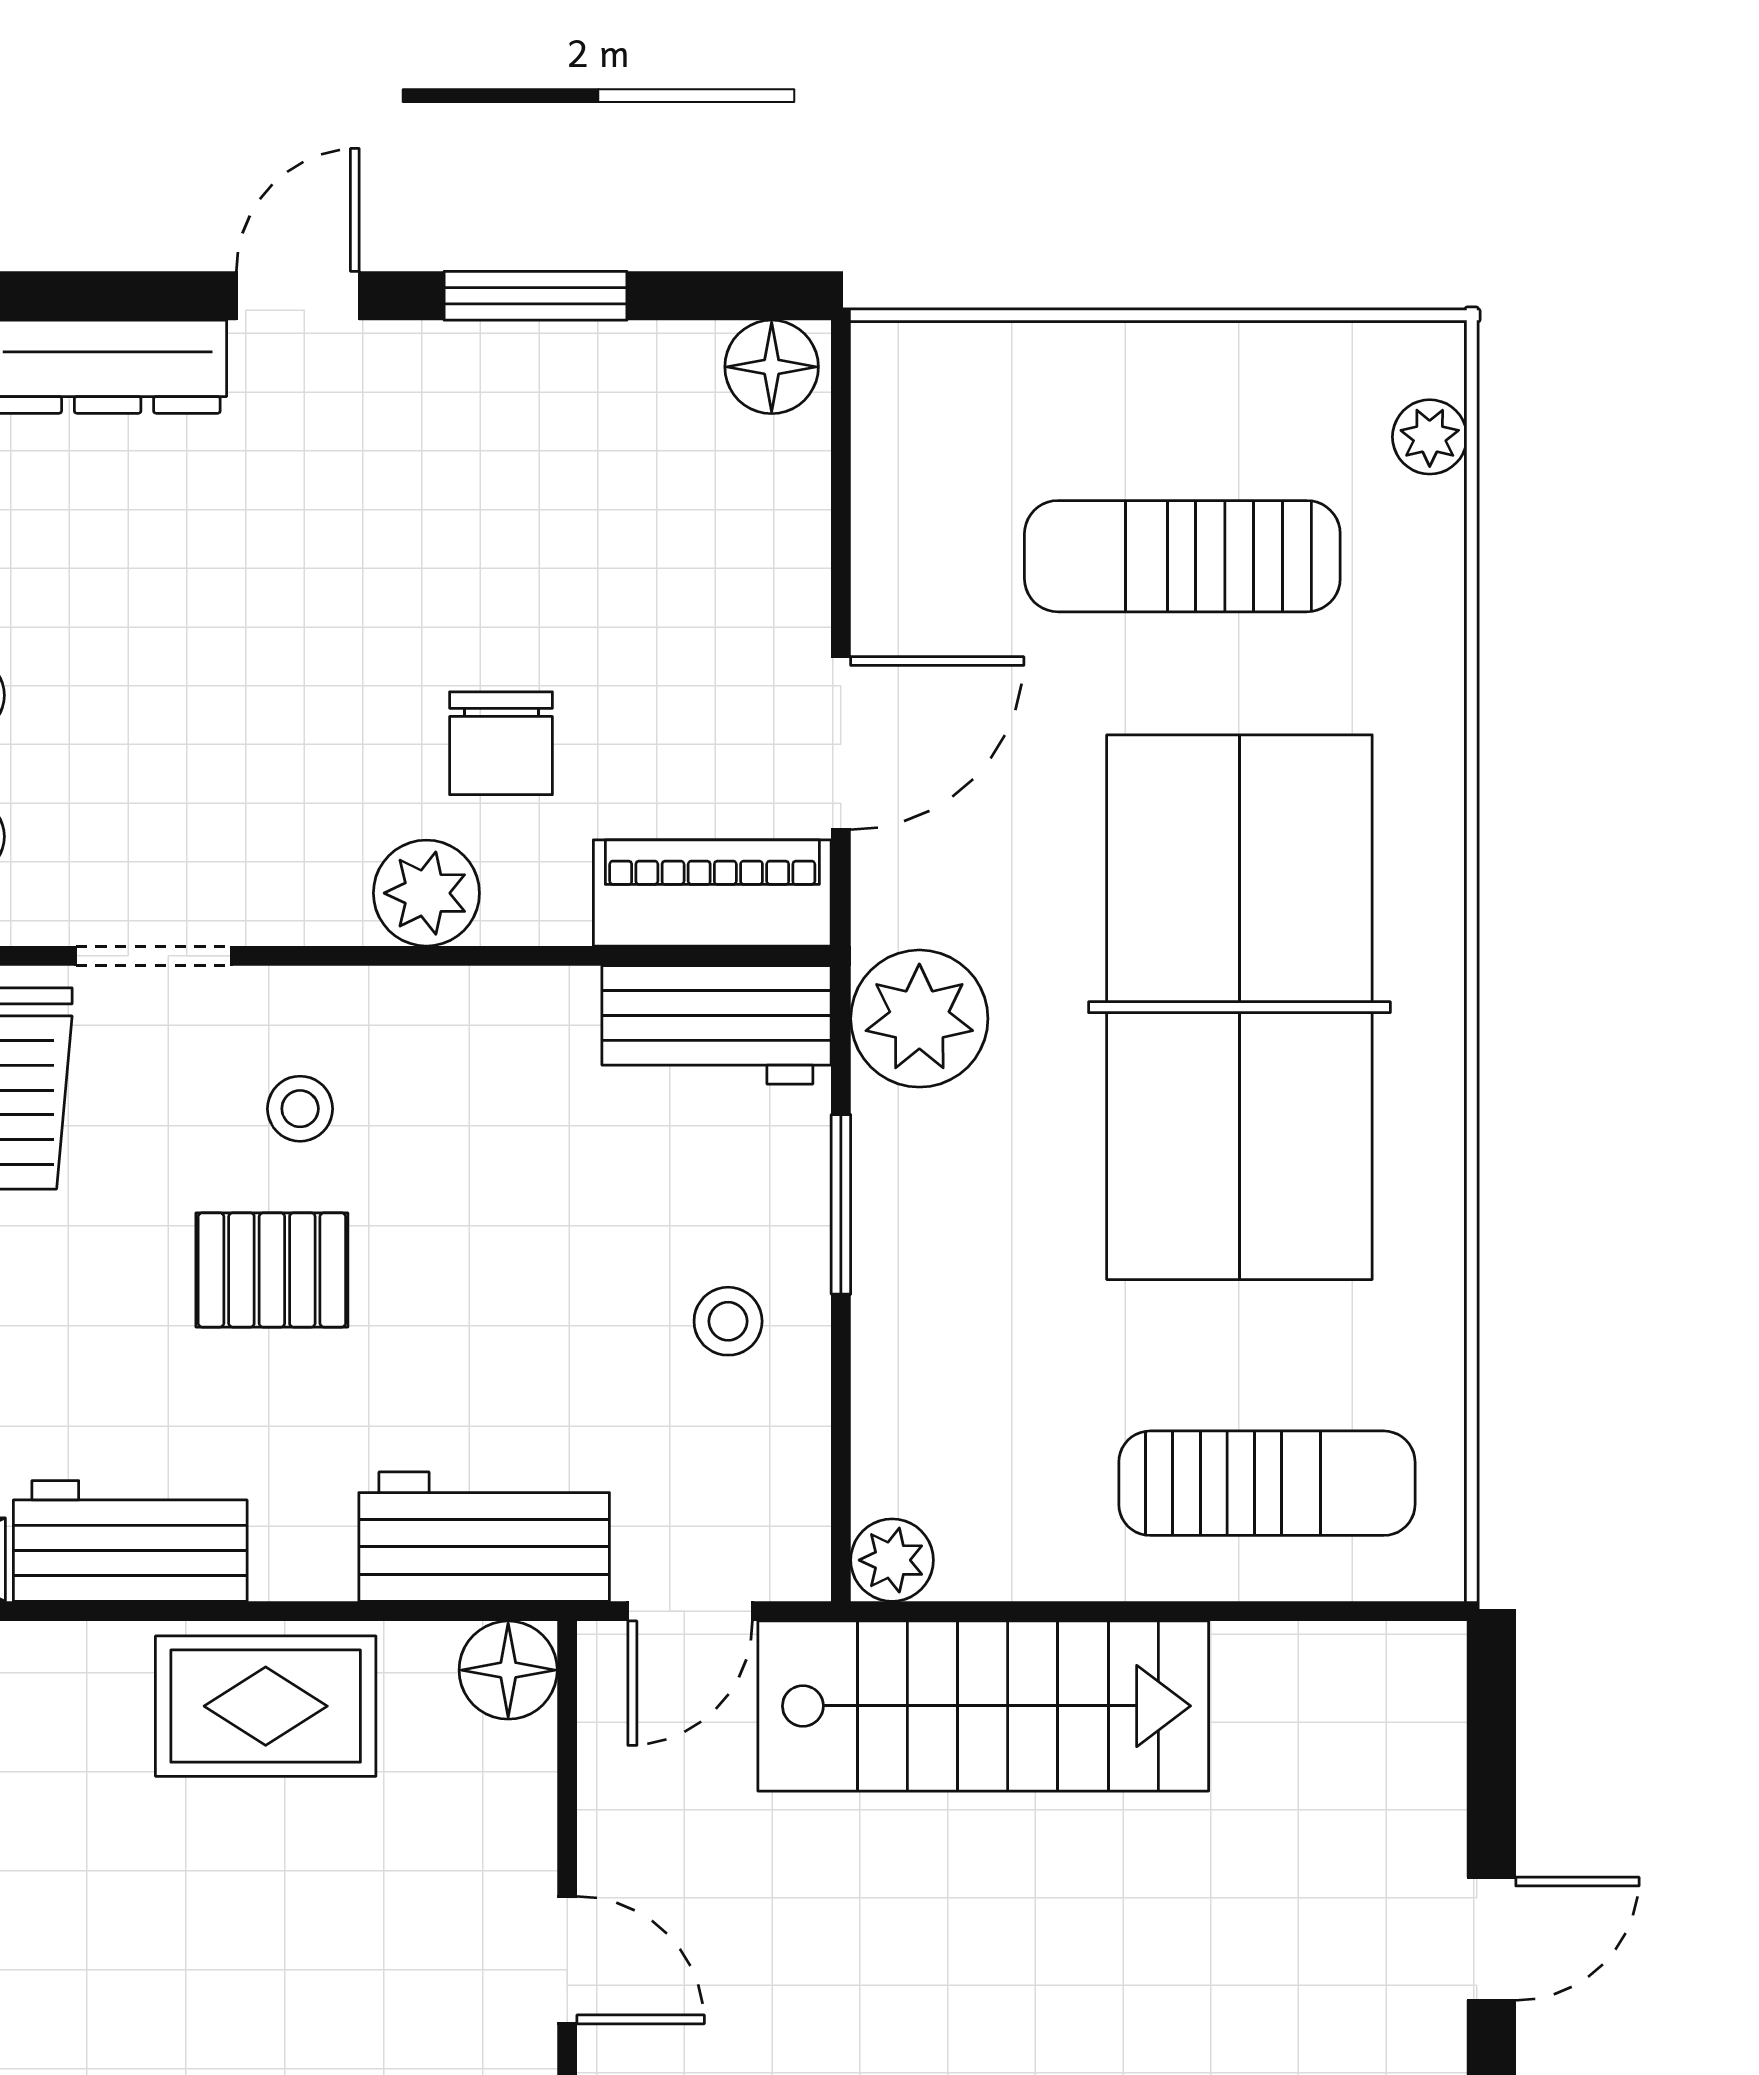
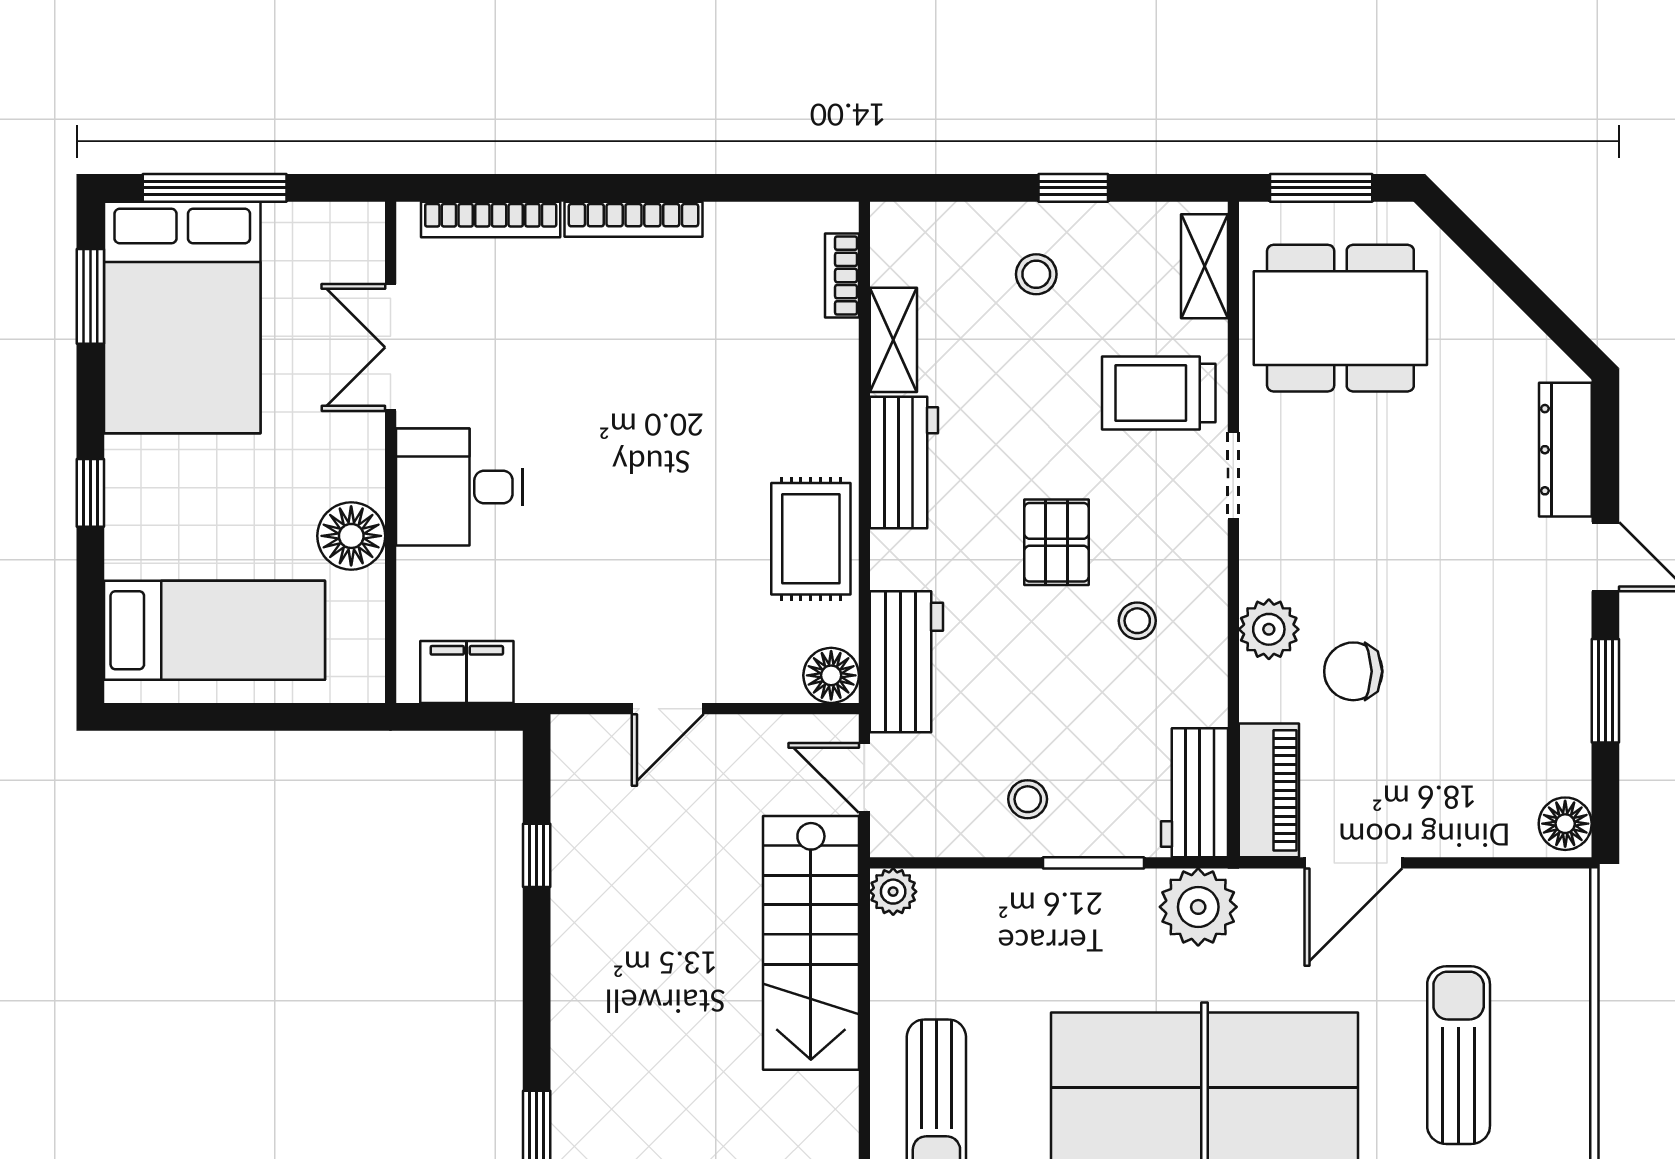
door: (841, 743) -> (1353, 863), hinge flipped
stool: (300, 1109) -> (1137, 621), moved

